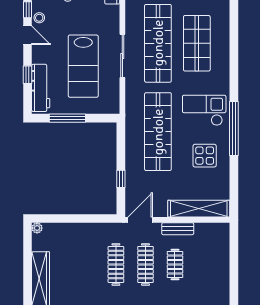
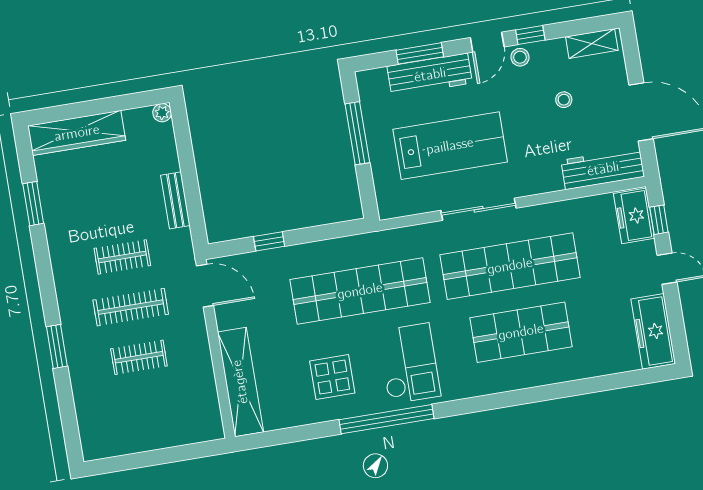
lab bench: (83, 66) -> (450, 146), turned 180
window: (28, 75) -> (420, 53), width x1.50
workbench: (41, 88) -> (430, 75), moved
bench: (178, 229) -> (175, 200), moved
clothes rail: (116, 264) -> (122, 257), width x0.73

